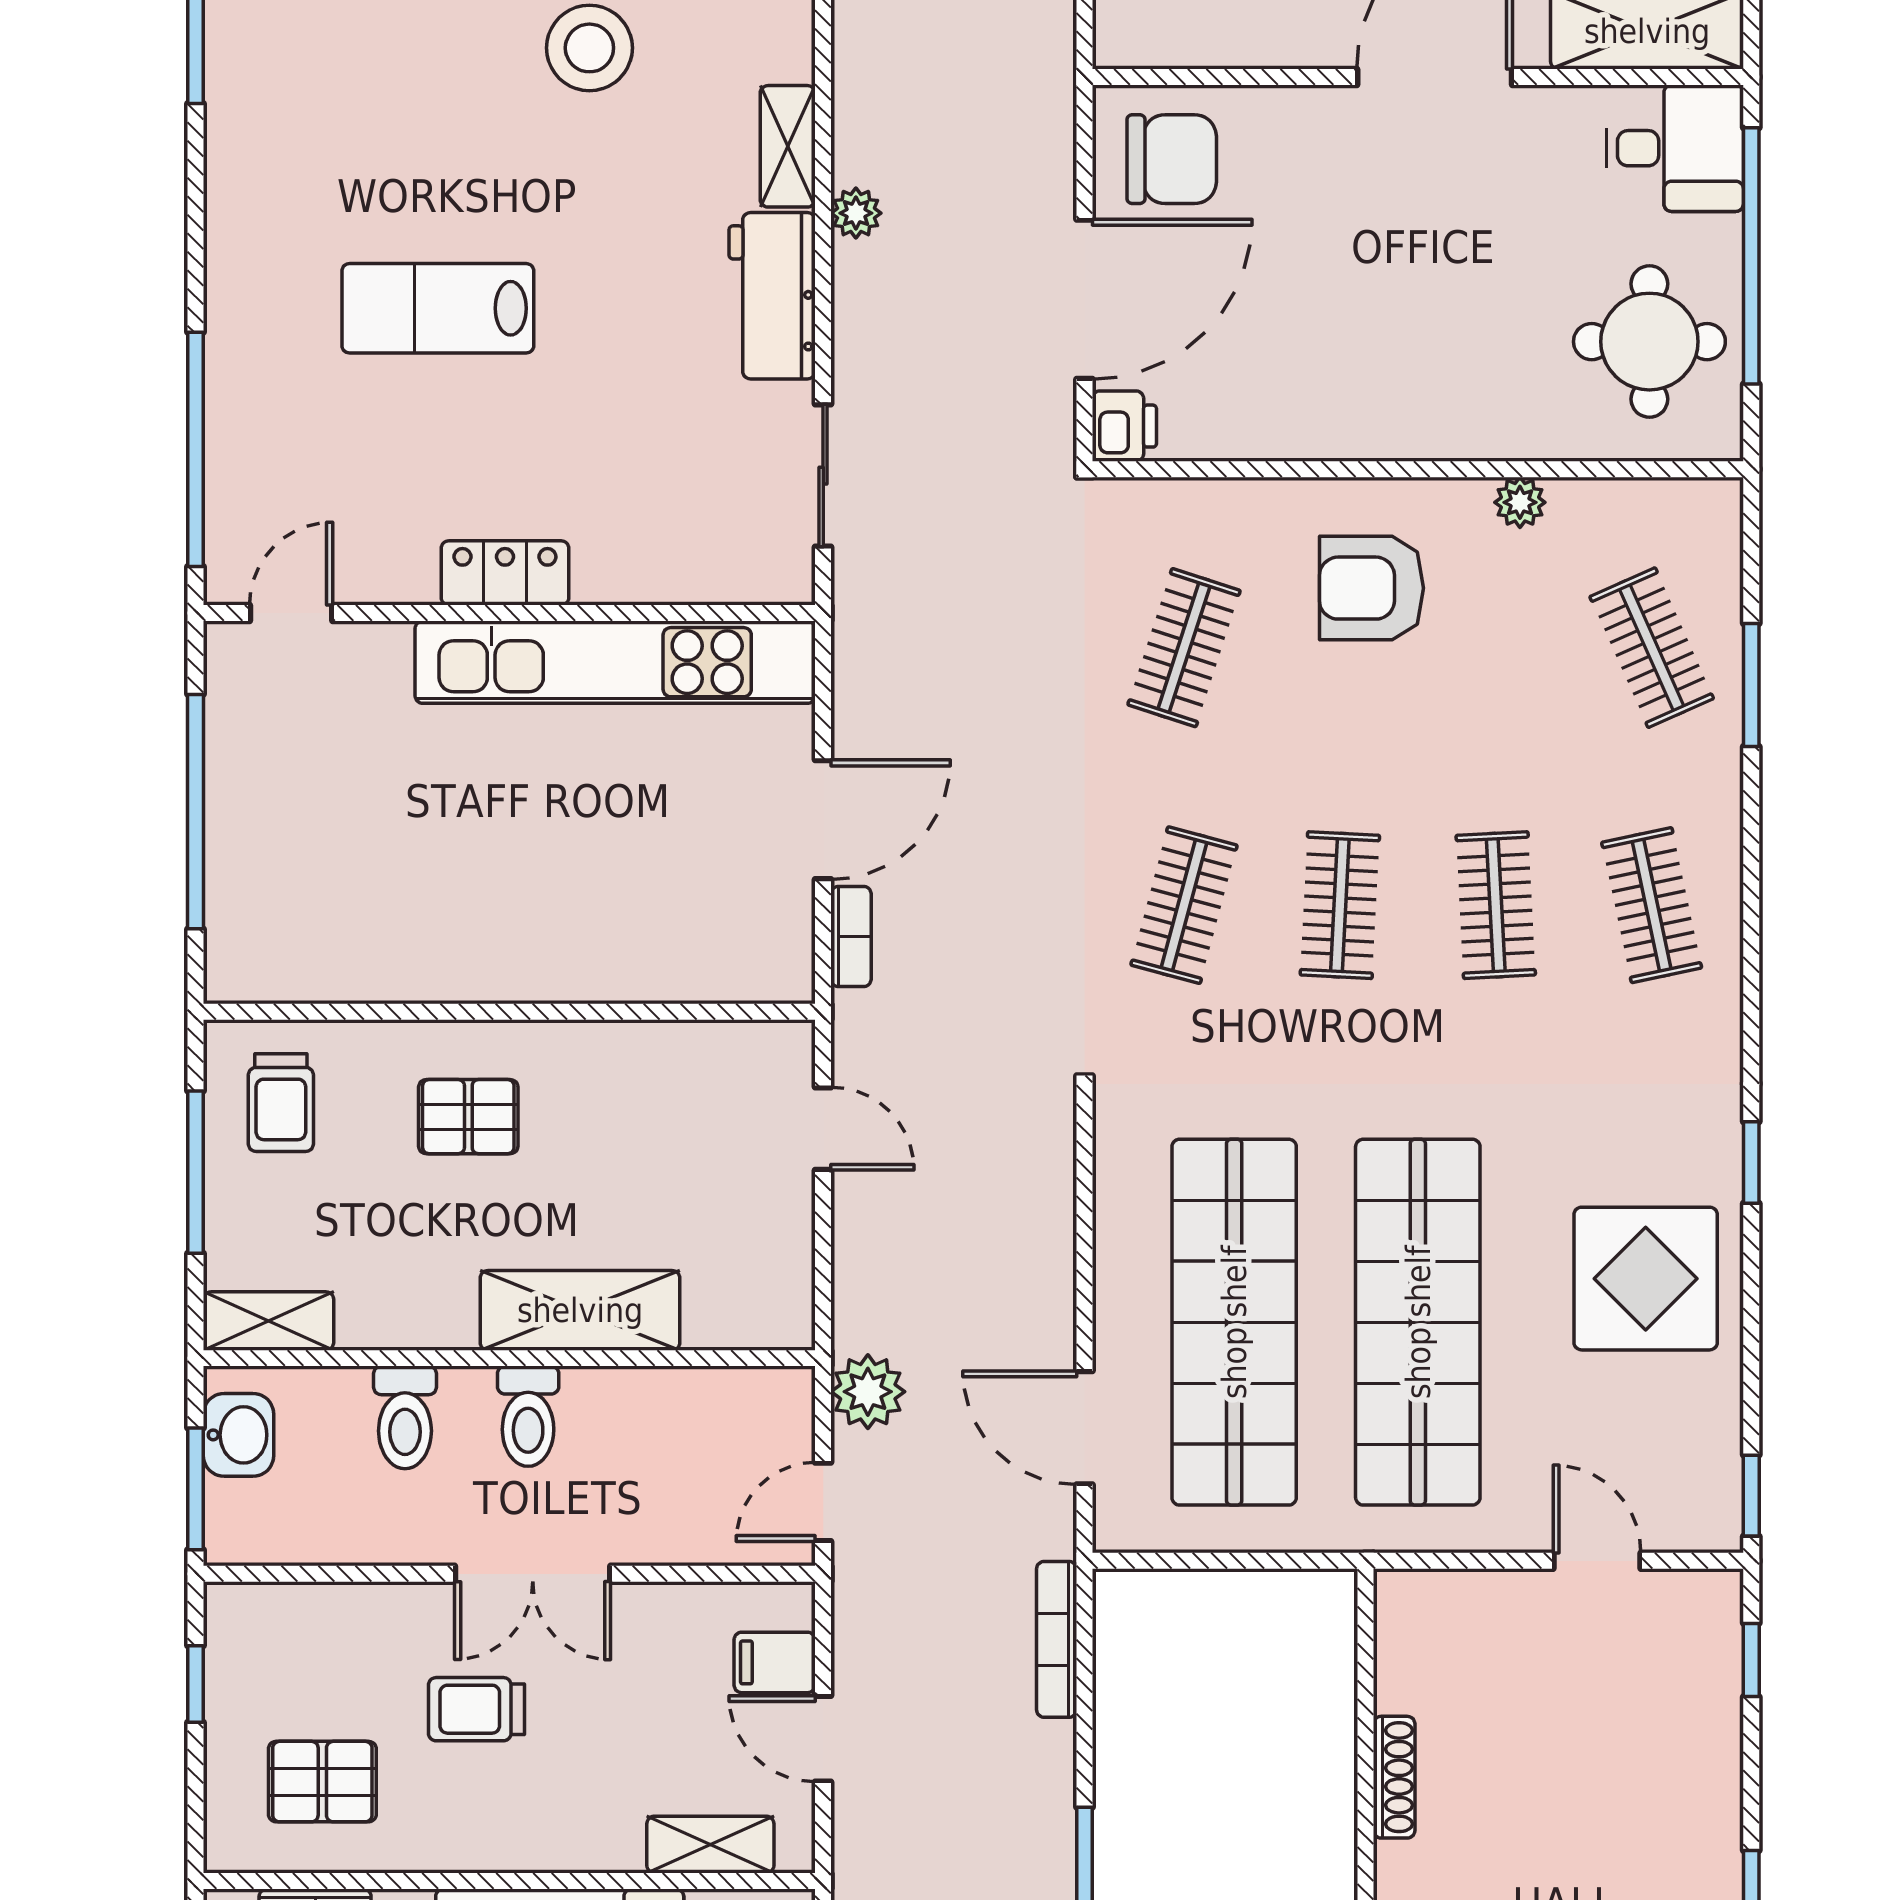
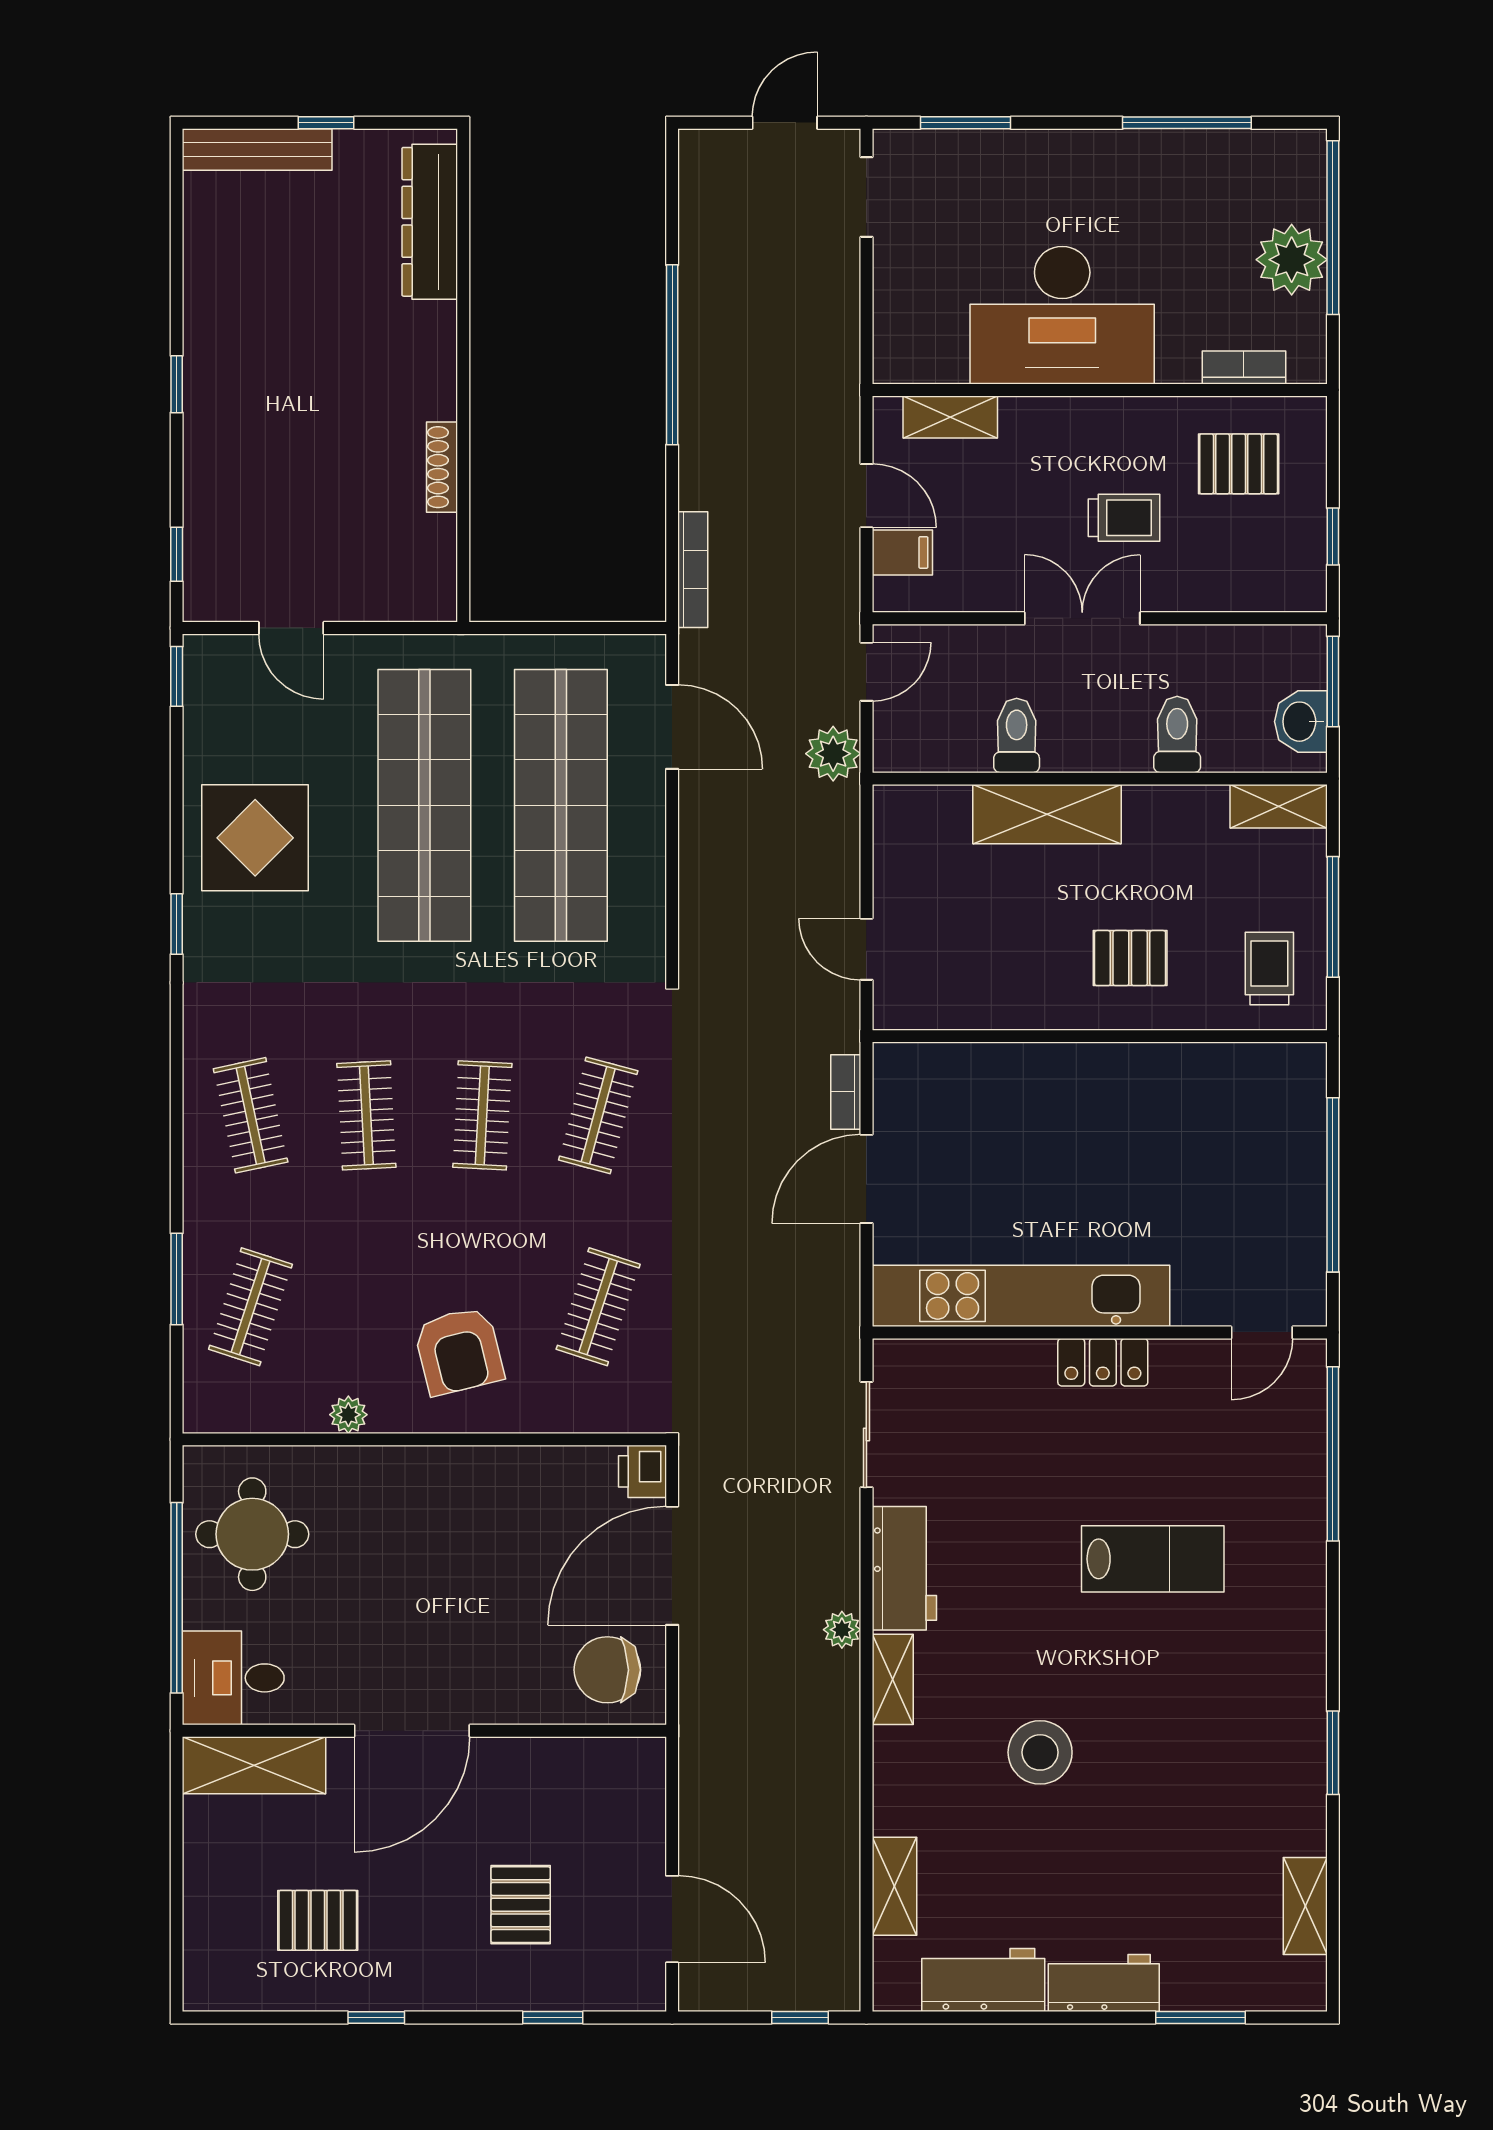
armchair: (1371, 588) -> (459, 1351), turned 76
clothes rail: (1652, 648) -> (251, 1307), turned 42
toilet: (528, 1416) -> (1017, 735), moved

